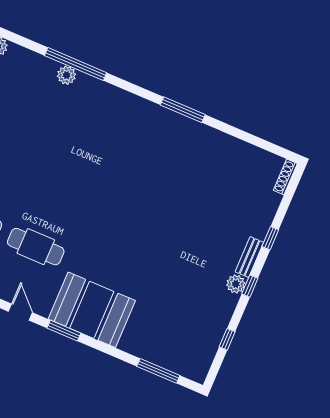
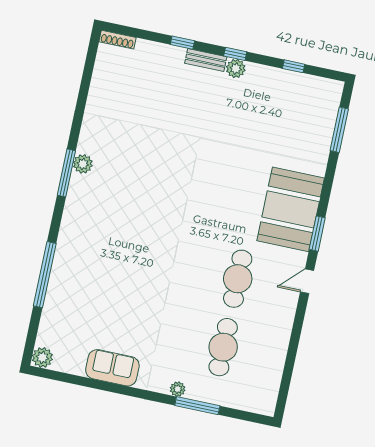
plant: (67, 75) -> (83, 164), moved
window: (183, 110) -> (66, 173), moved

